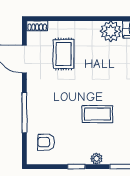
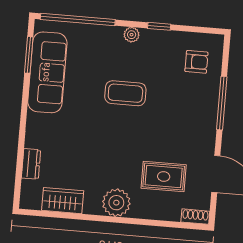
plant: (111, 31) -> (116, 203), moved
rug: (63, 54) -> (164, 176), turned 90

